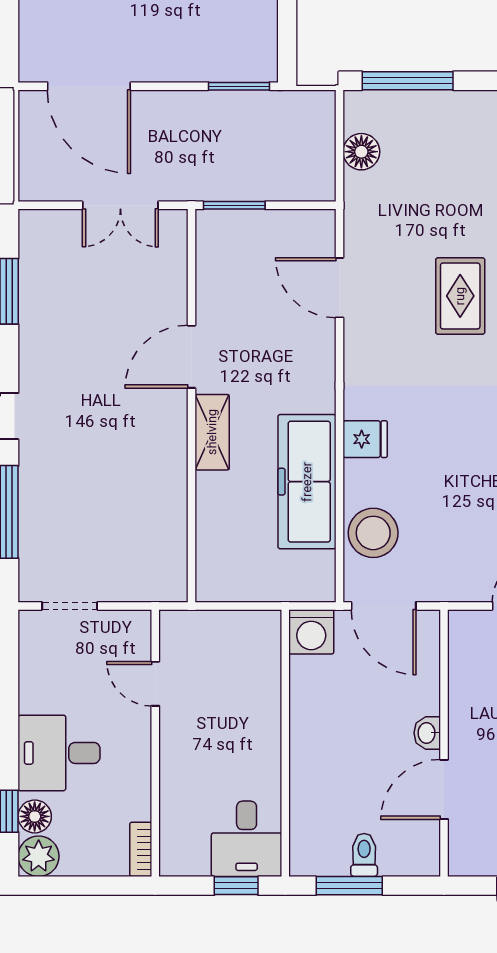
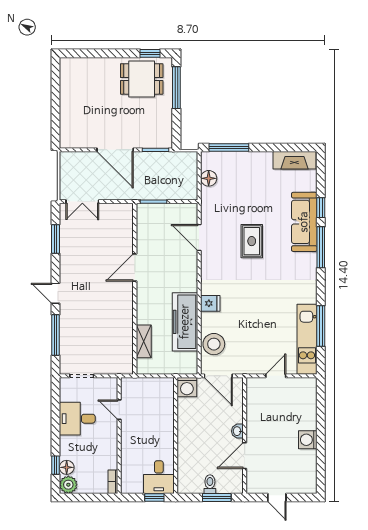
door: (89, 86) -> (115, 150), moved
double door: (120, 205) -> (82, 202), moved
shelving: (212, 432) -> (144, 341), moved
desk: (59, 753) -> (77, 419), moved
window: (349, 886) -> (217, 497), moved

